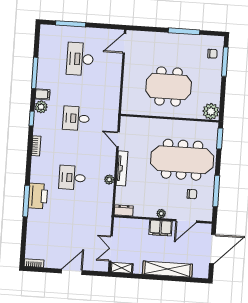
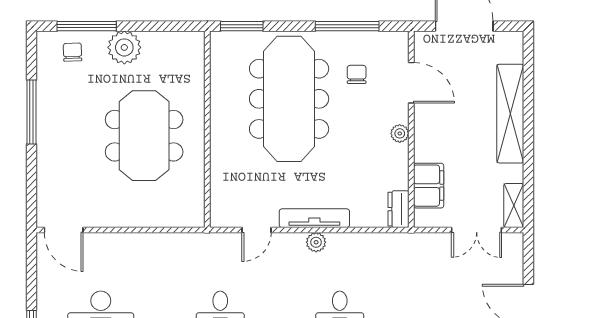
plant: (211, 111) -> (124, 47), moved
plant: (109, 180) -> (316, 242), moved
filing cabinet: (161, 228) -> (429, 186), moved

